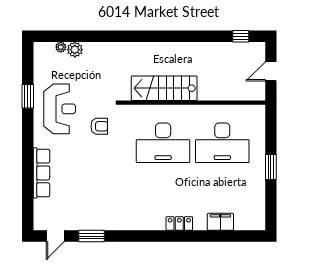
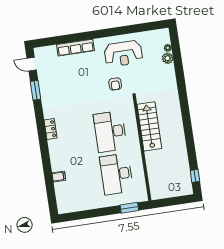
door: (271, 71) -> (173, 201), removed
window: (28, 96) -> (129, 29), removed
window: (271, 167) -> (129, 208), moved
filing cabinet: (220, 222) -> (59, 177), width x0.50
locker: (179, 224) -> (51, 129), moved

